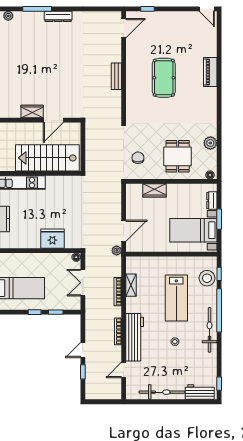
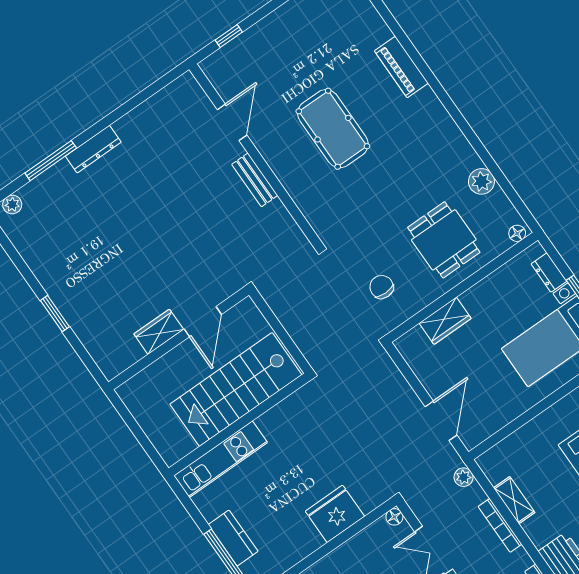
door: (124, 28) -> (232, 122), moved
plant: (117, 250) -> (464, 477), moved

